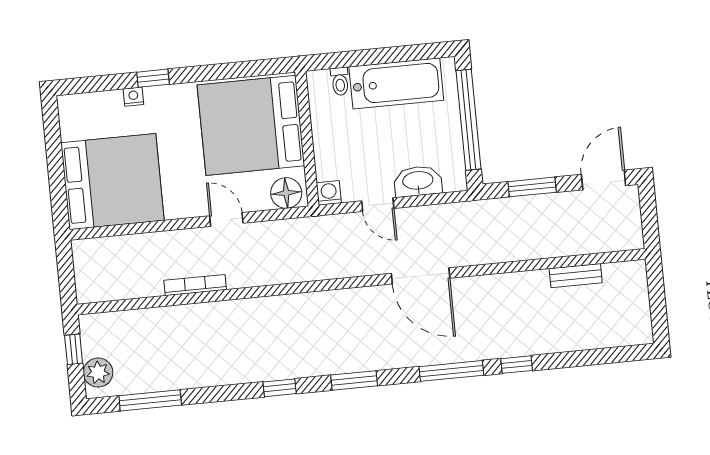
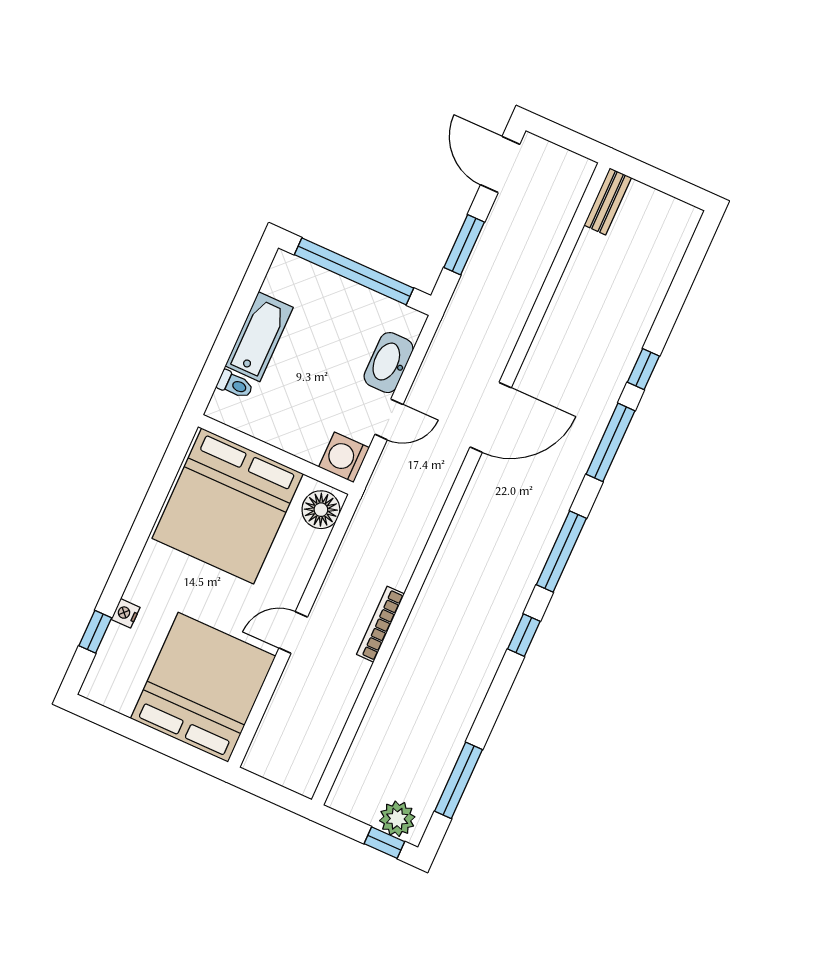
window: (153, 78) -> (95, 632), moved
bathtub: (396, 83) -> (259, 337), width x0.73, depth x0.73
washing machine: (329, 193) -> (344, 457), width x1.38, depth x1.38
door: (226, 219) -> (293, 633), moved
bench: (576, 276) -> (608, 201), moved
bookcase: (195, 285) -> (381, 624), moved
window: (74, 349) -> (384, 843), moved
window: (354, 380) -> (561, 552), width x1.44

